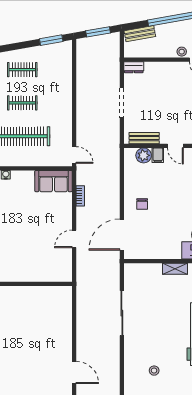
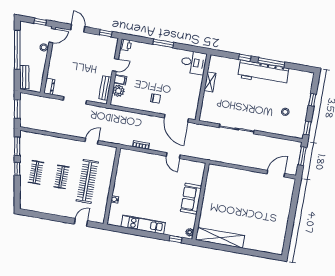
window: (23, 45) -> (17, 169), added
door: (74, 155) -> (92, 141), moved
sofa: (53, 181) -> (191, 199), moved, turned 180

